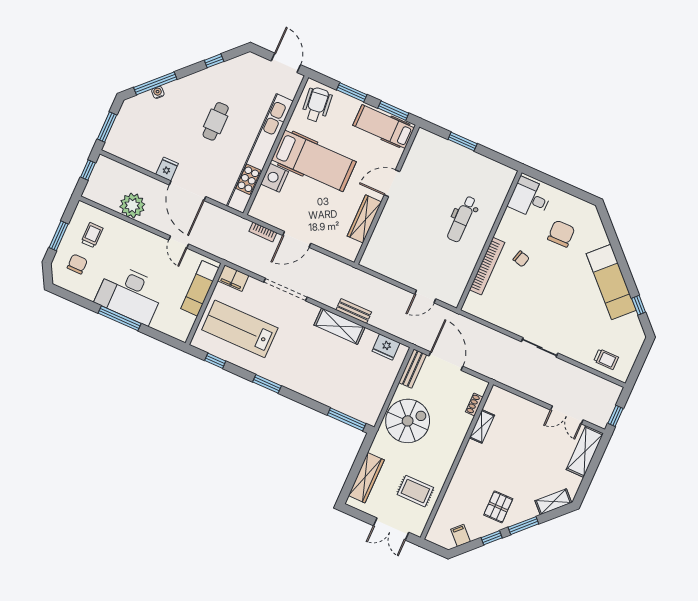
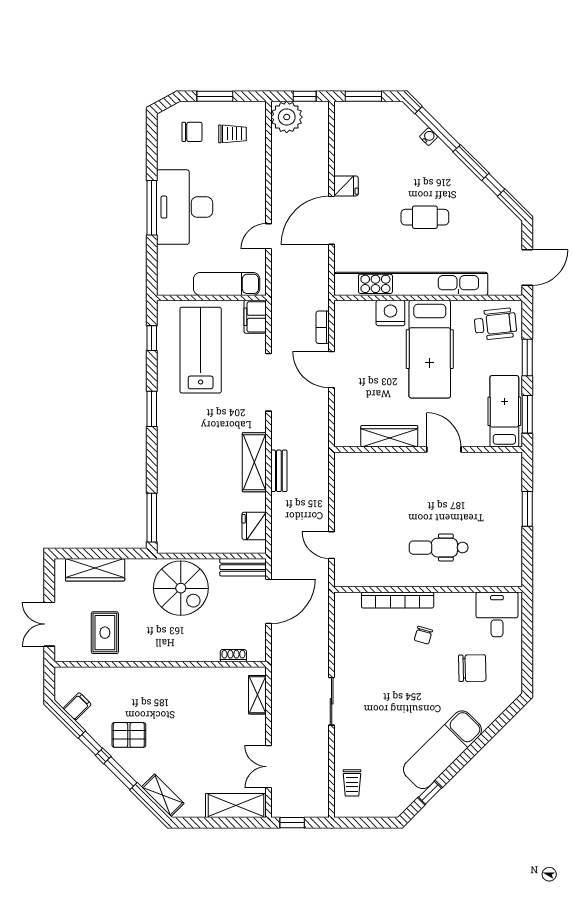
plant: (132, 206) -> (287, 117), moved
shelving: (482, 426) -> (257, 695), moved, turned 90

